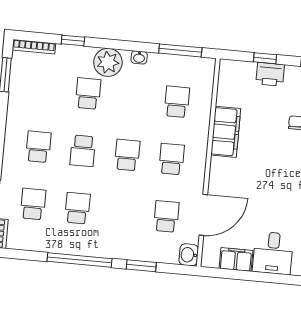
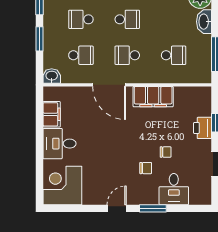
washbasin: (139, 57) -> (204, 22), width x1.91, depth x1.45
school desk: (172, 159) -> (127, 55), turned 180
school desk: (122, 212) -> (81, 19), added
door: (203, 215) -> (109, 85), moved

